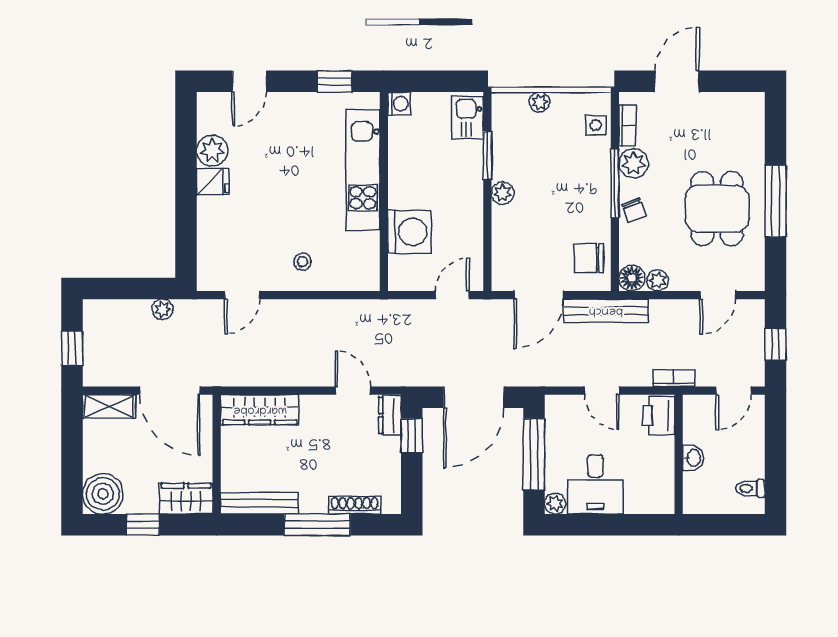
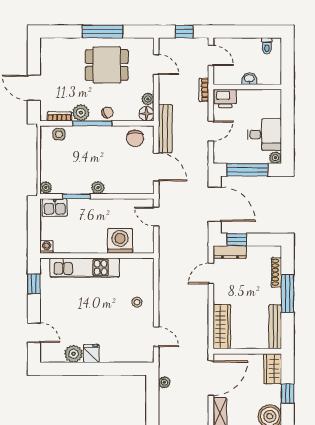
plant: (539, 102) -> (46, 187), moved
dresser: (390, 415) -> (230, 252), width x1.44

